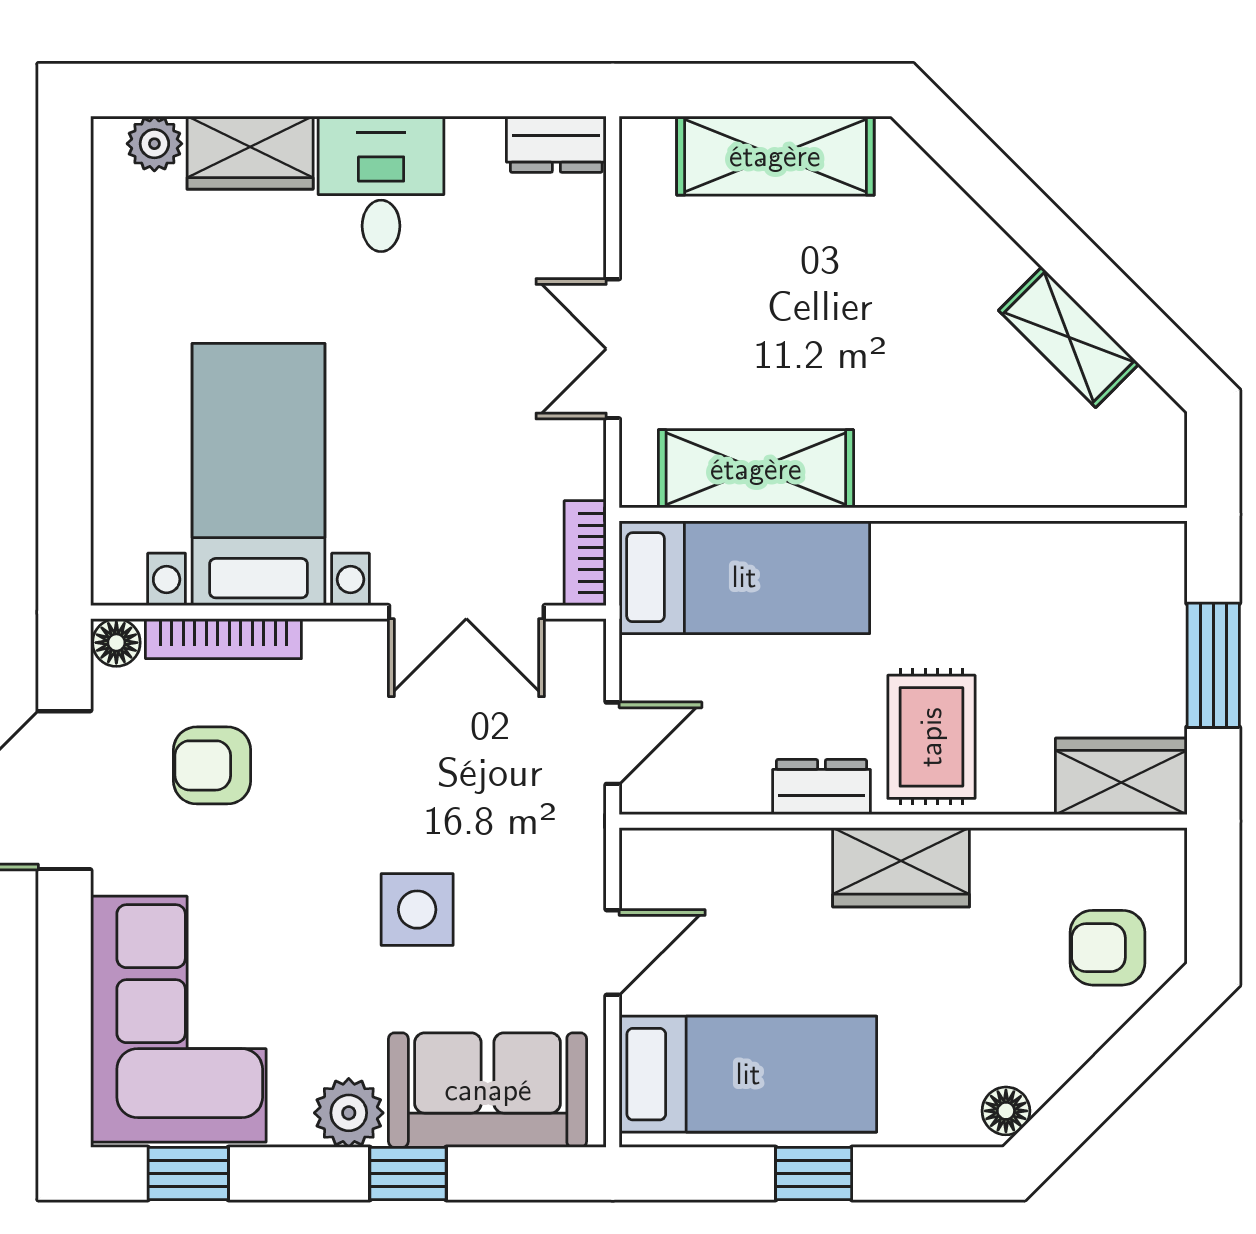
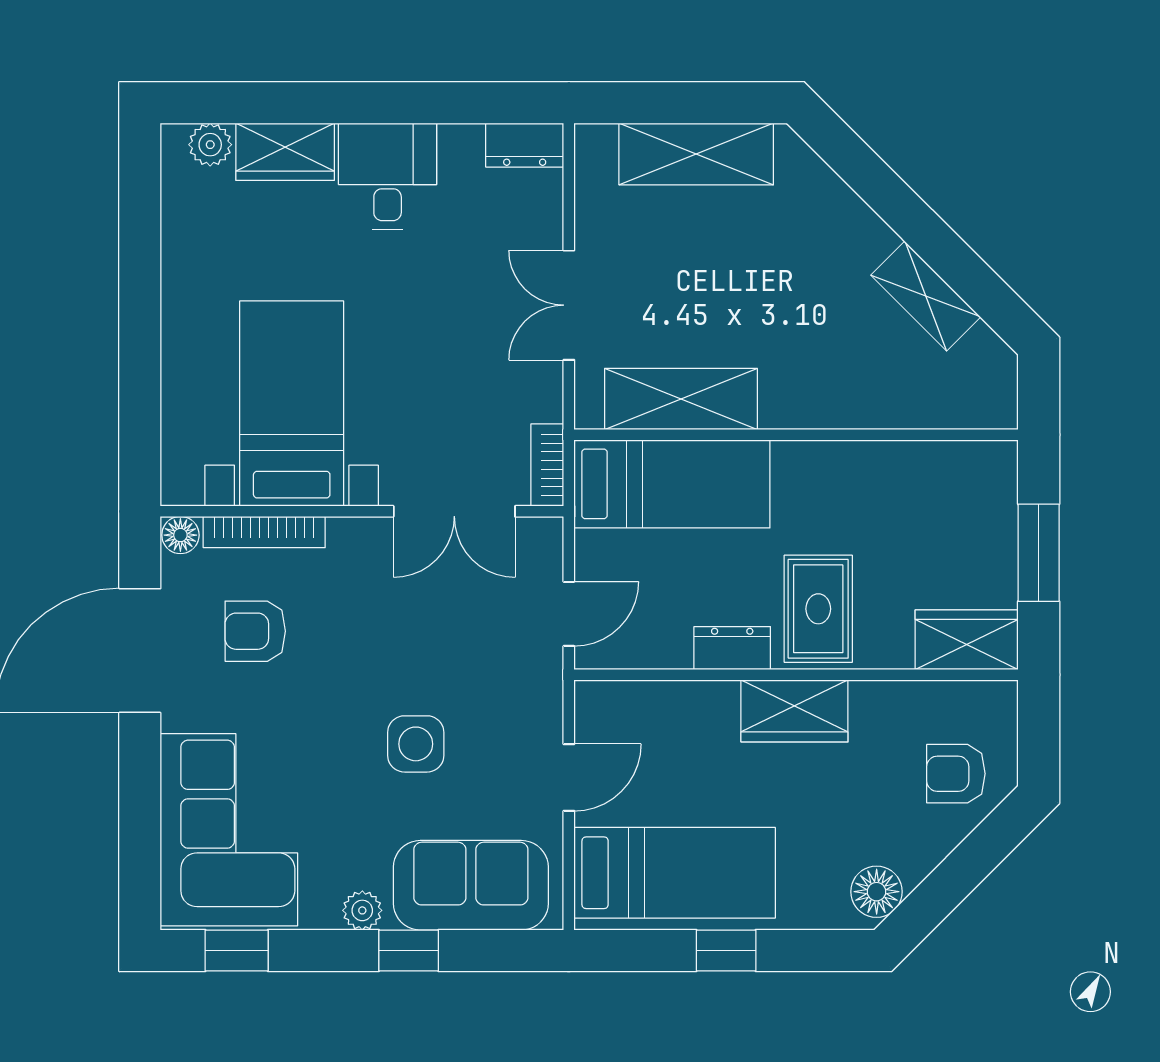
floor lamp: (1006, 1111) -> (877, 892), width x1.37, depth x1.37
plant: (349, 1113) -> (362, 910), width x0.73, depth x0.73

